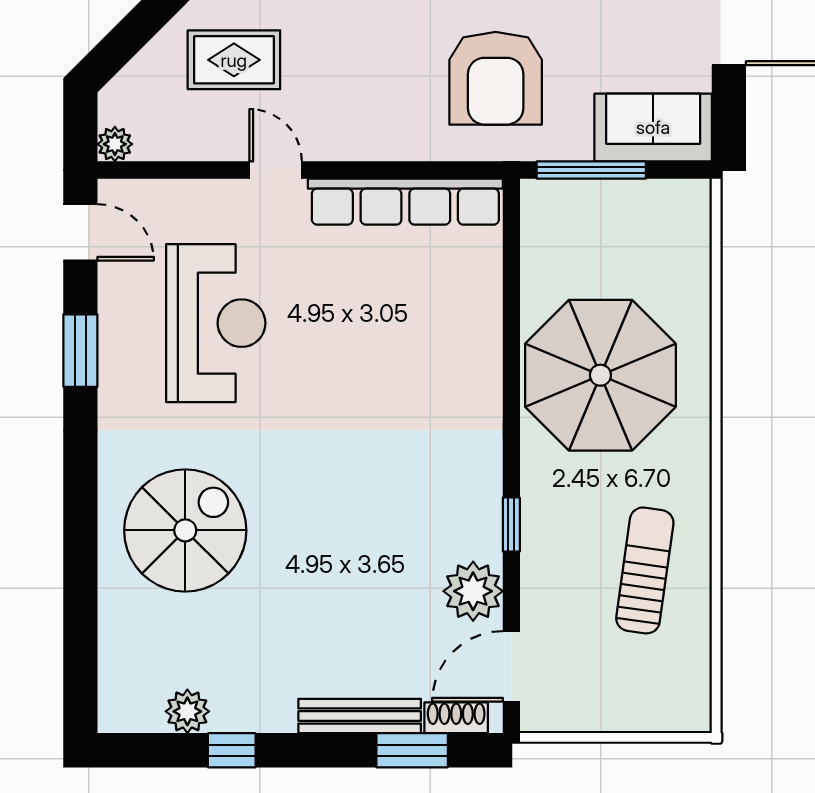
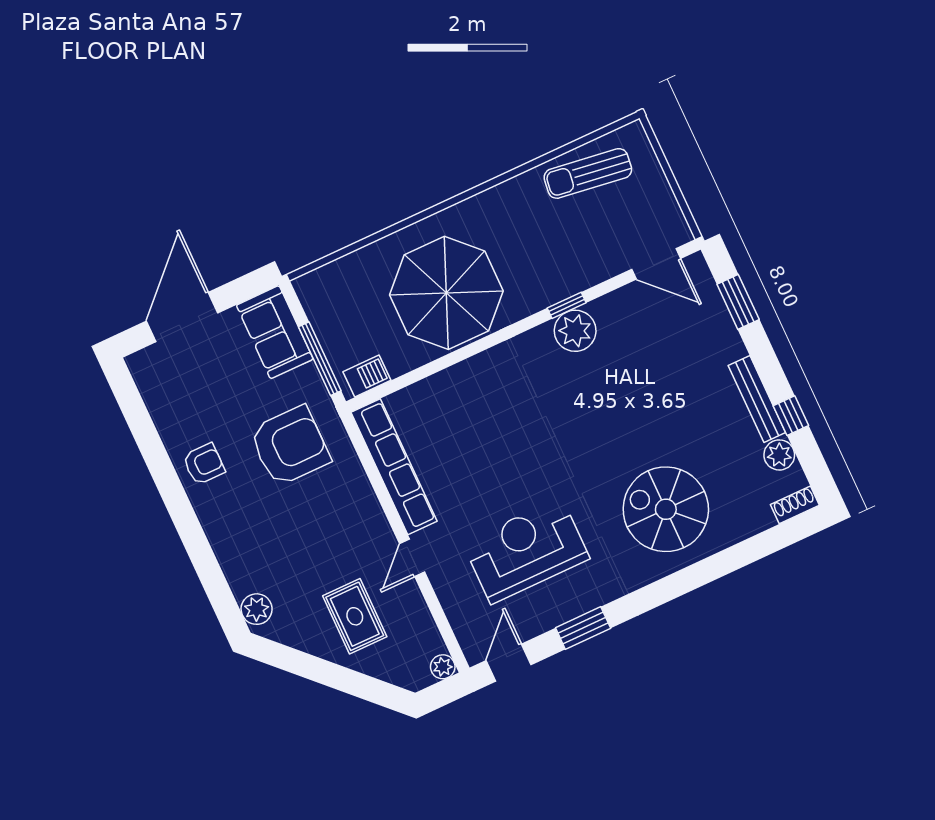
barbecue: (540, 221) -> (367, 376), added
sun lounger: (645, 570) -> (588, 173), moved
plant: (473, 591) -> (575, 331), moved
bench: (360, 716) -> (757, 399), moved
shoe rack: (456, 718) -> (795, 505), moved, turned 90

